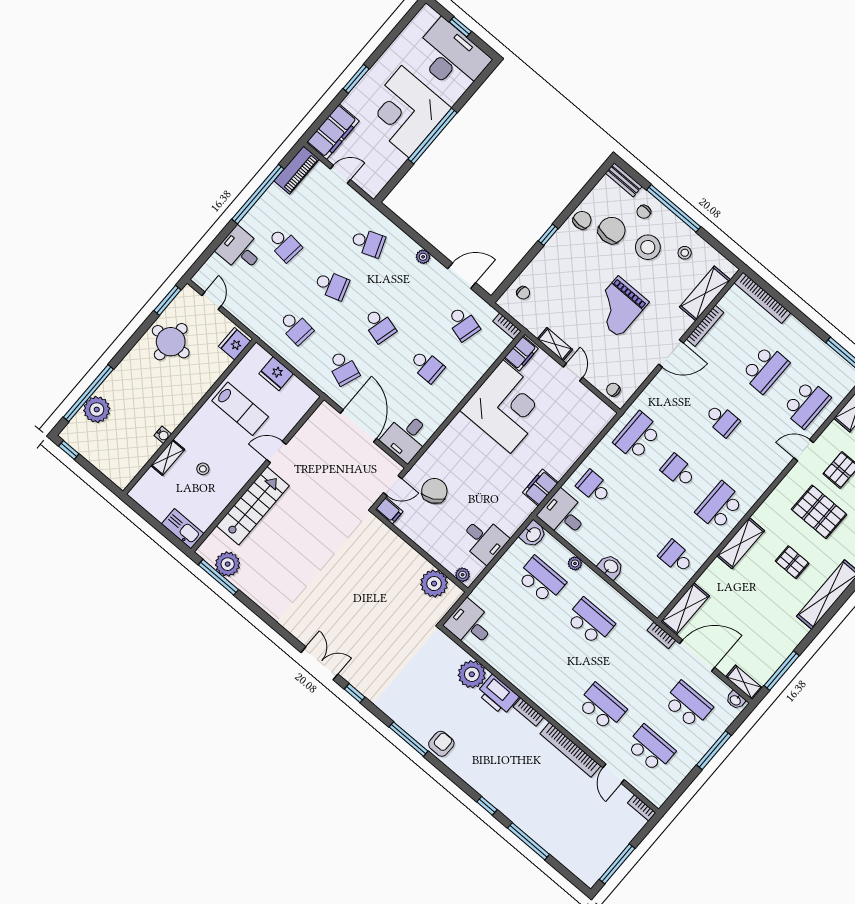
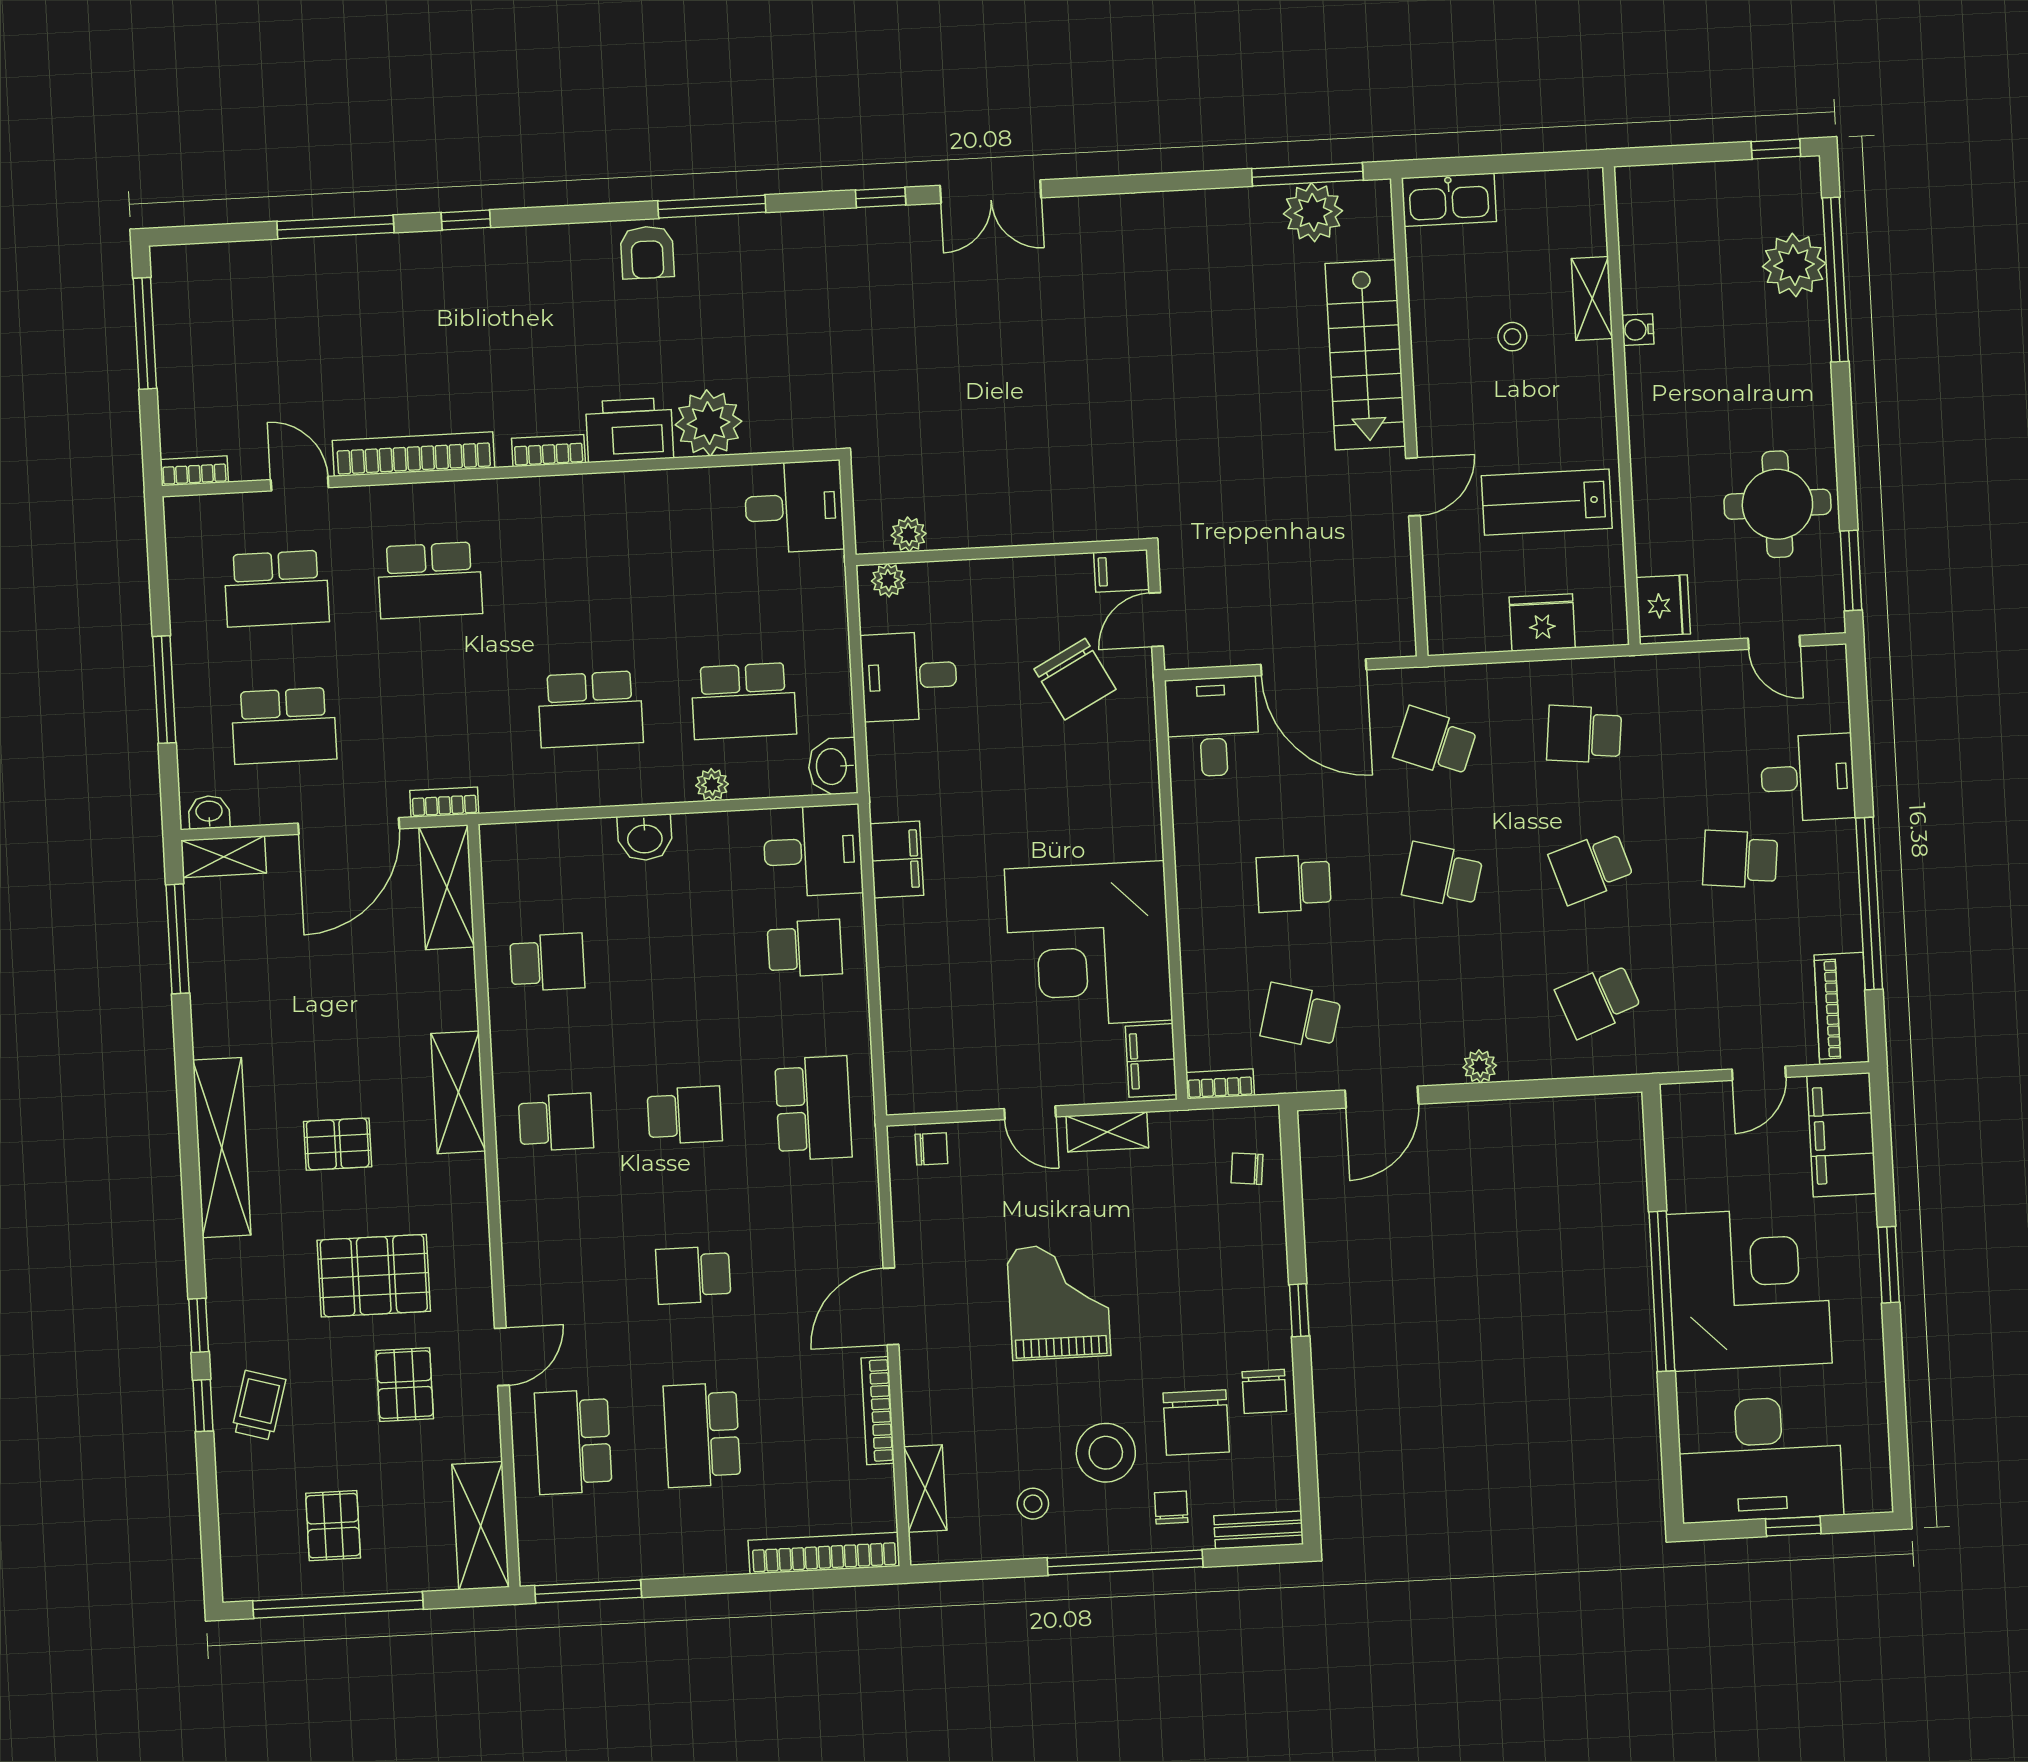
shelving: (705, 293) -> (925, 1488), width x0.67, depth x0.75
school desk: (720, 506) -> (556, 1122), width x0.54
plant: (434, 584) -> (909, 534), width x0.53, depth x0.53

